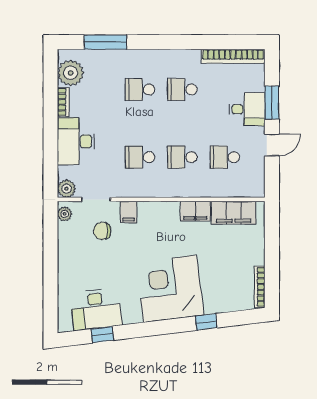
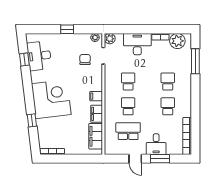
school desk: (225, 157) -> (128, 131), width x1.85
filing cabinet: (128, 212) -> (96, 96), moved
window: (51, 262) -> (67, 29), added

